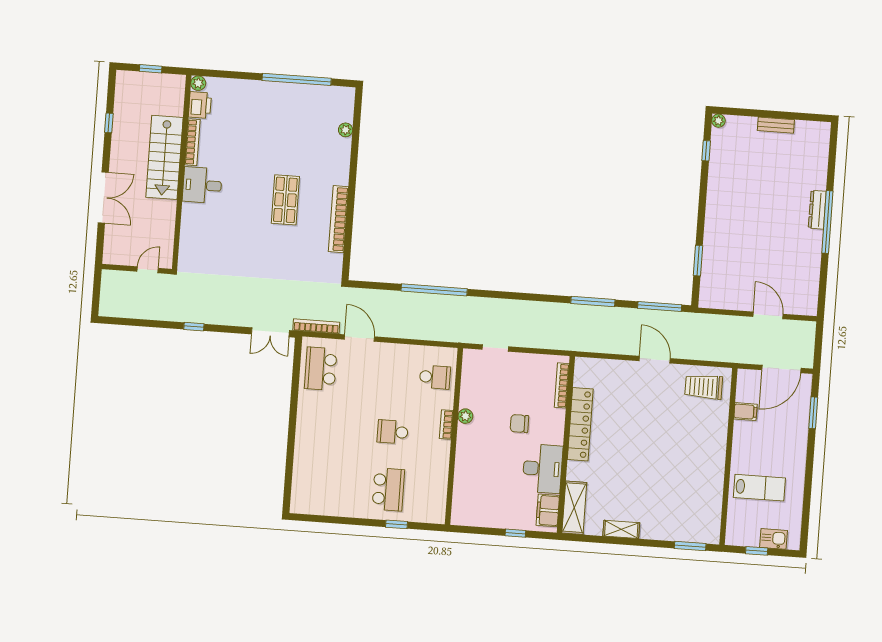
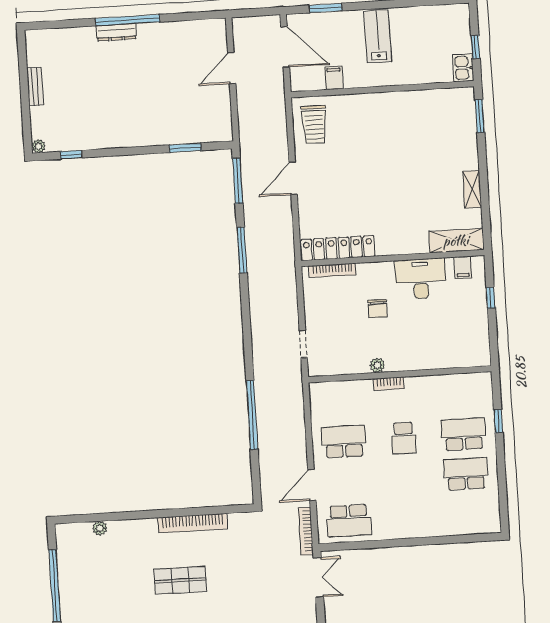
school desk: (435, 377) -> (344, 442), moved, width x1.85
locker: (580, 424) -> (338, 248), moved
school desk: (350, 487) -> (466, 474), added
lab bench: (759, 488) -> (378, 36), moved
filing cabinet: (548, 510) -> (463, 267), width x0.50
kitchen sink: (773, 539) -> (463, 68), moved

